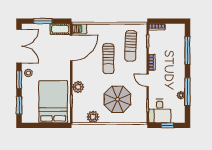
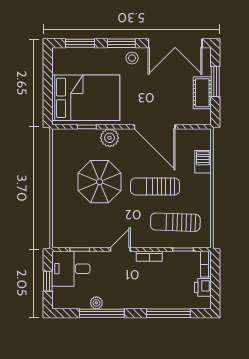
cot: (60, 29) -> (202, 93), moved
barbecue: (79, 29) -> (203, 162), moved
printer: (171, 29) -> (203, 287), added
door: (71, 48) -> (155, 127), moved
parasol: (118, 99) -> (100, 182), moved
plant: (93, 117) -> (62, 162), removed

